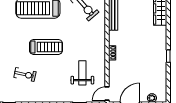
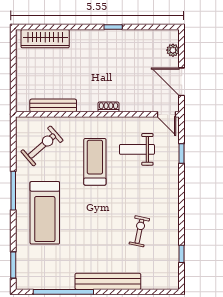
treadmill: (46, 47) -> (95, 162), moved

